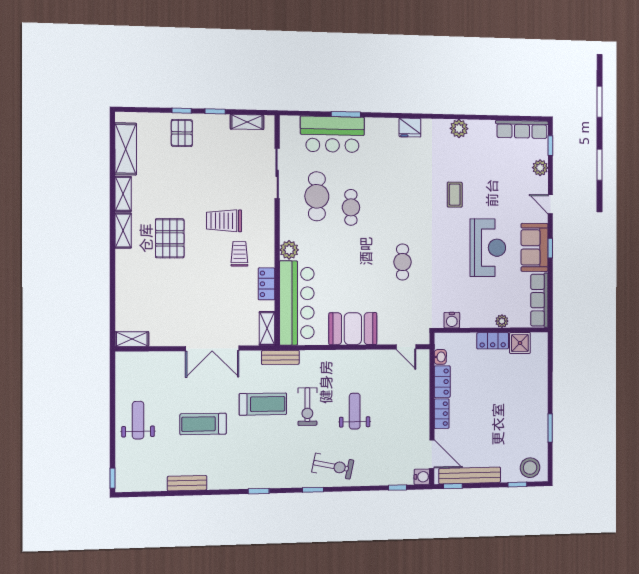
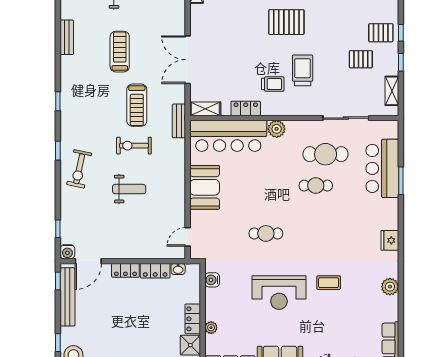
pallet: (212, 156) -> (361, 59), added
reception desk: (488, 248) -> (279, 292), moved

